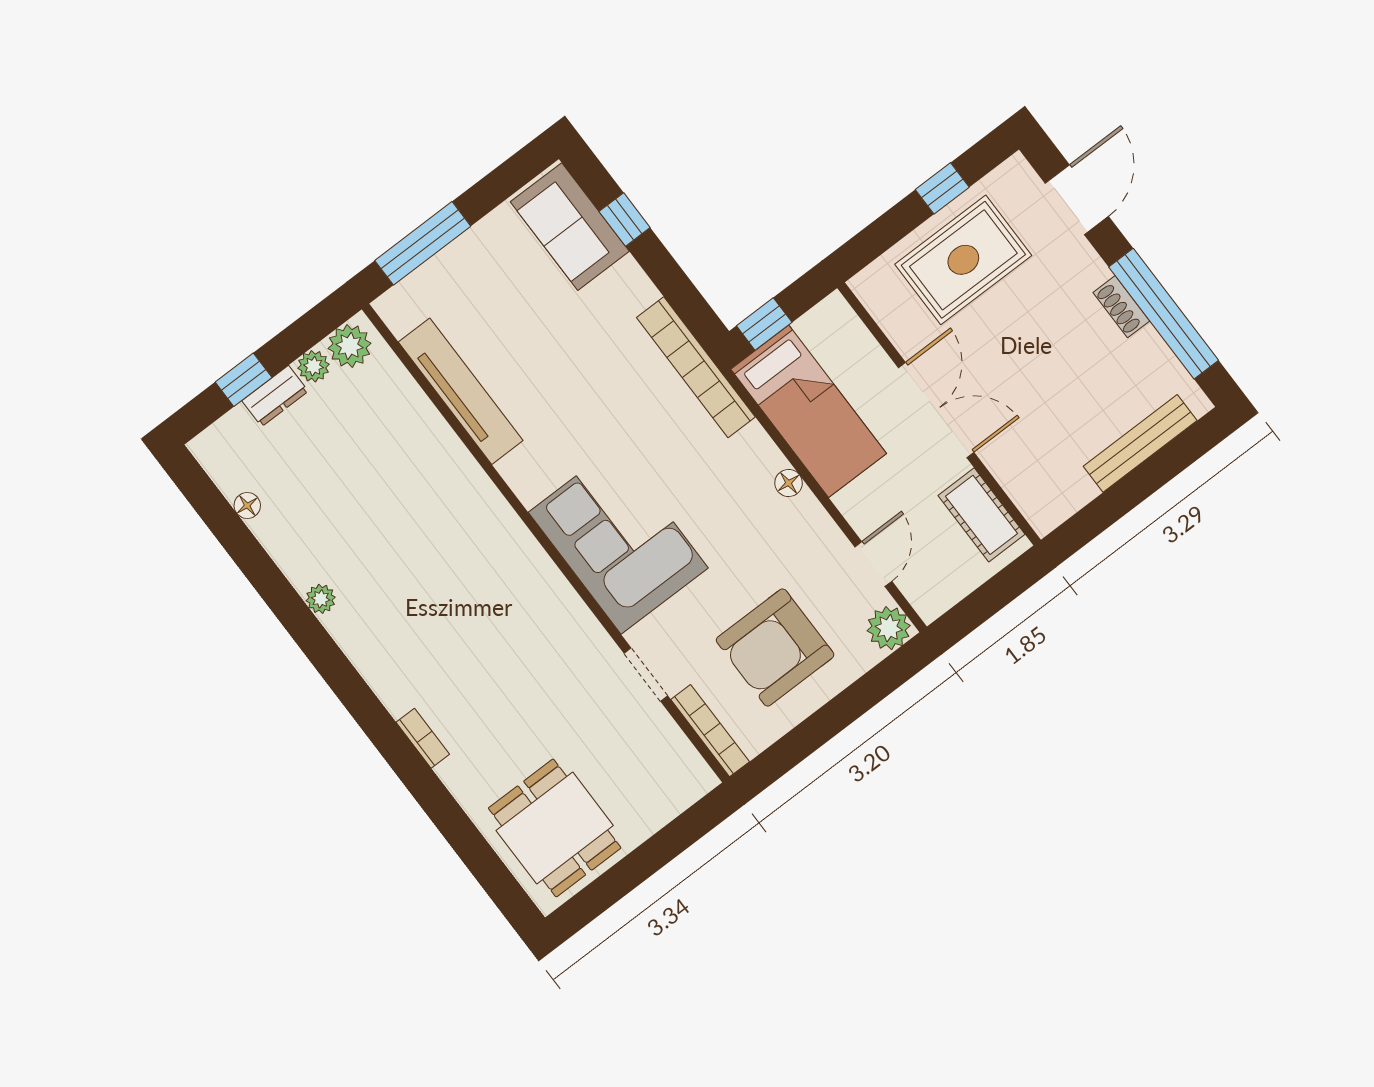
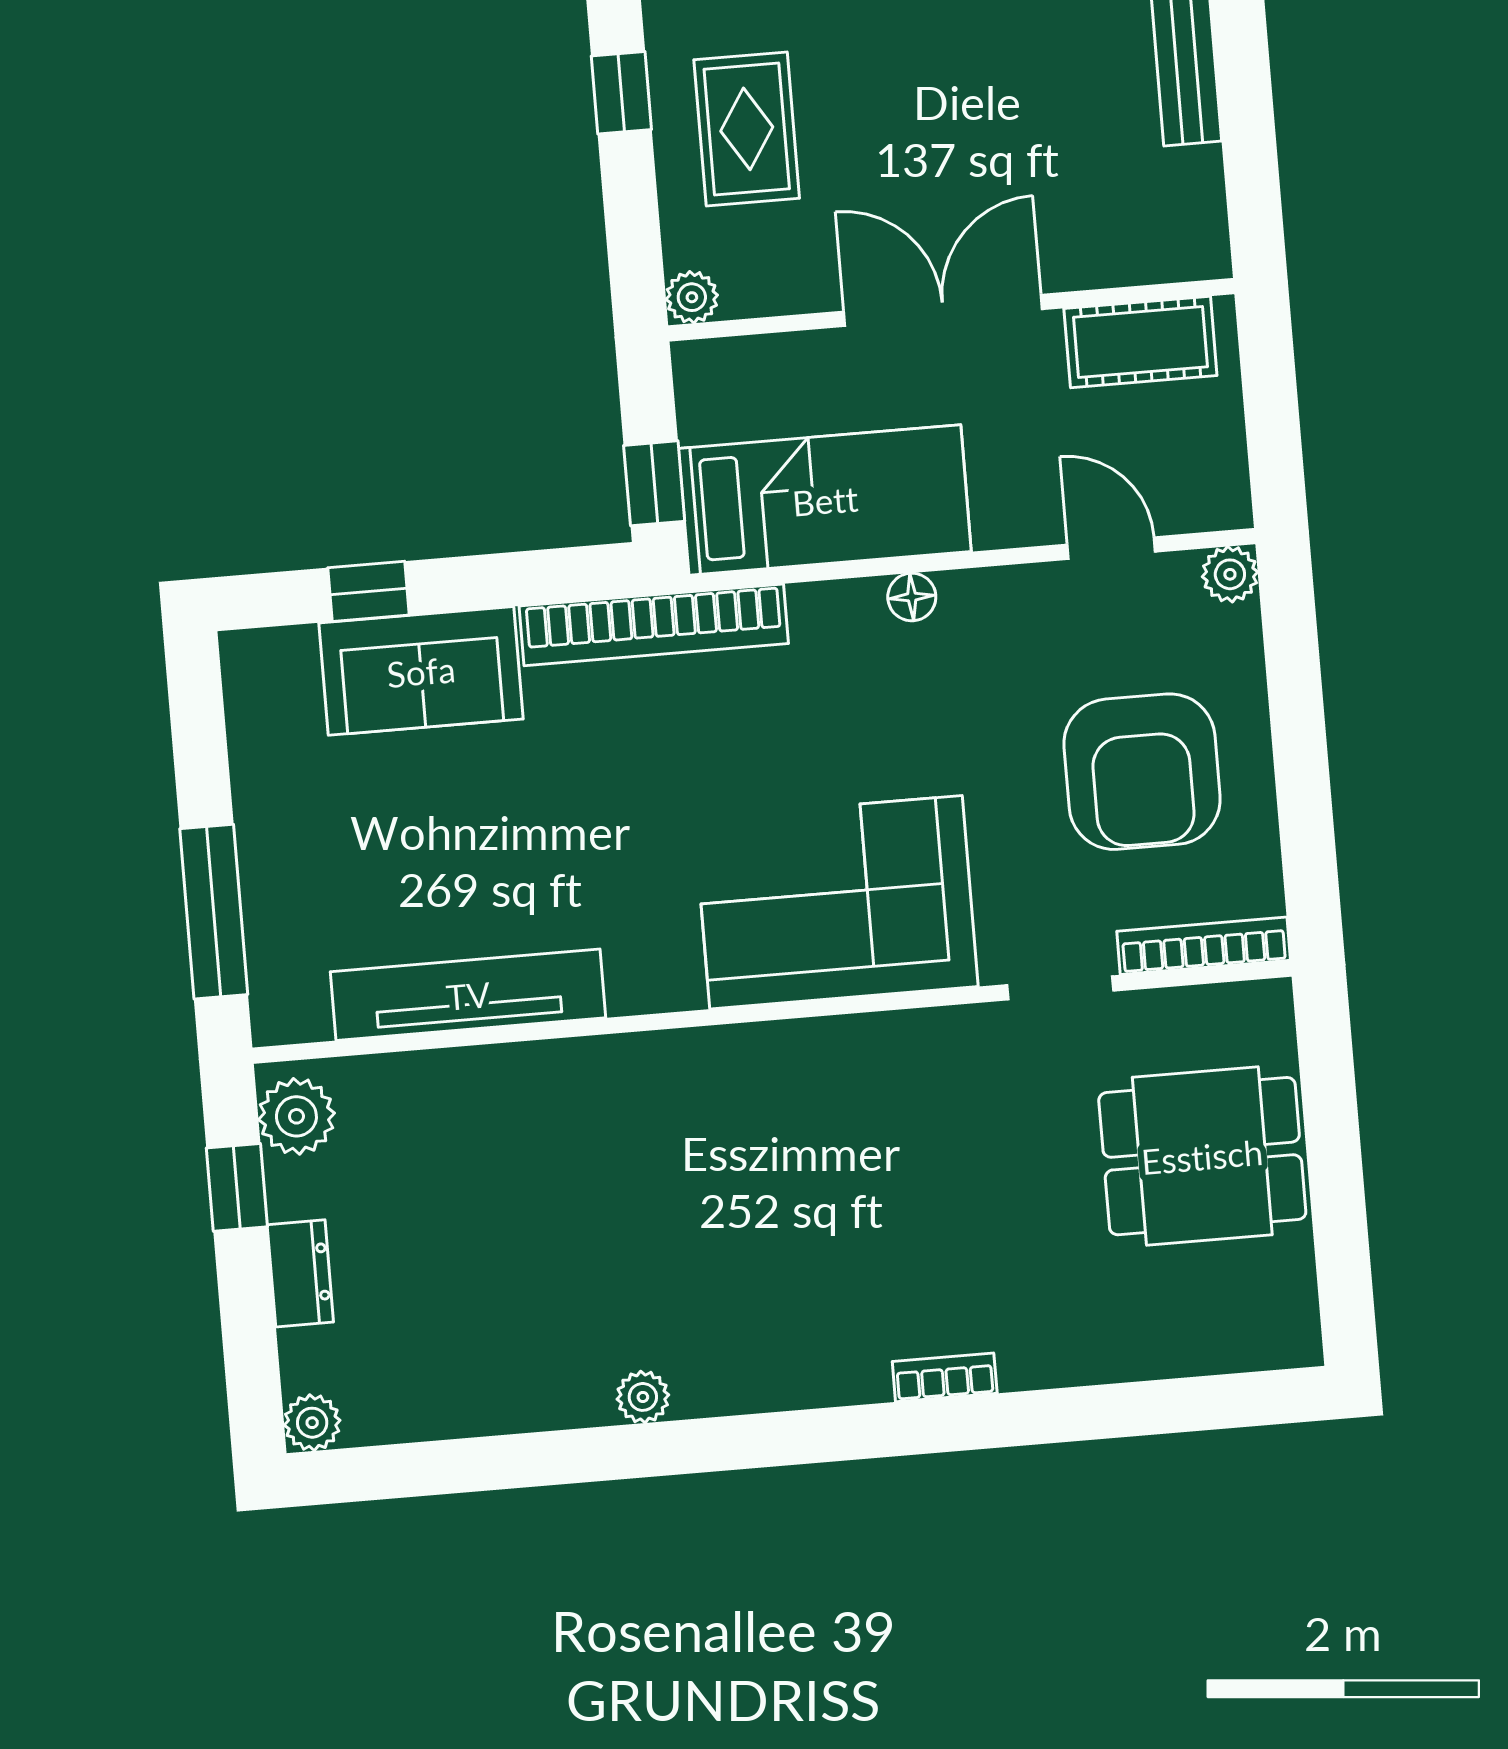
sofa: (570, 227) -> (421, 671), moved
rug: (963, 260) -> (747, 129), width x0.73, depth x0.70
plant: (865, 285) -> (692, 297), added
plant: (313, 366) -> (312, 1423), moved
window: (244, 380) -> (237, 1187), moved
floor lamp: (247, 505) -> (436, 1418), removed
plant: (889, 628) -> (1230, 574), width x0.73, depth x0.73
dining table: (555, 828) -> (1202, 1156), moved

